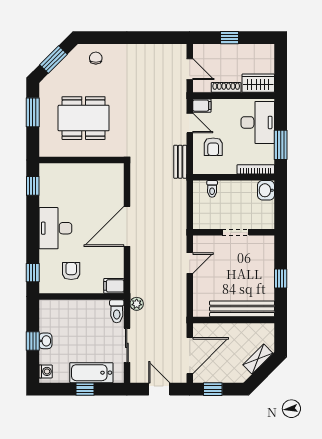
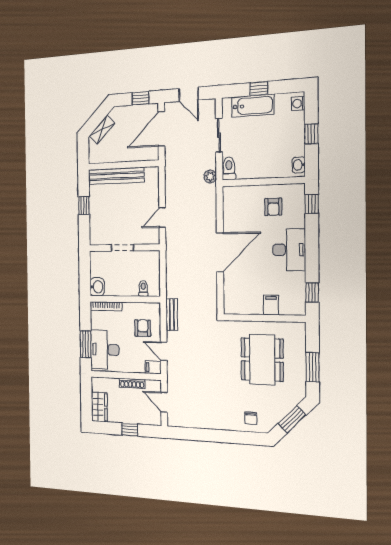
wardrobe: (258, 83) -> (99, 407), moved, turned -90
dining table: (84, 118) -> (262, 360), turned 90
window: (281, 145) -> (86, 344), moved
filing cabinet: (114, 286) -> (271, 305), moved, turned -90
washbasin: (45, 341) -> (299, 165), moved

